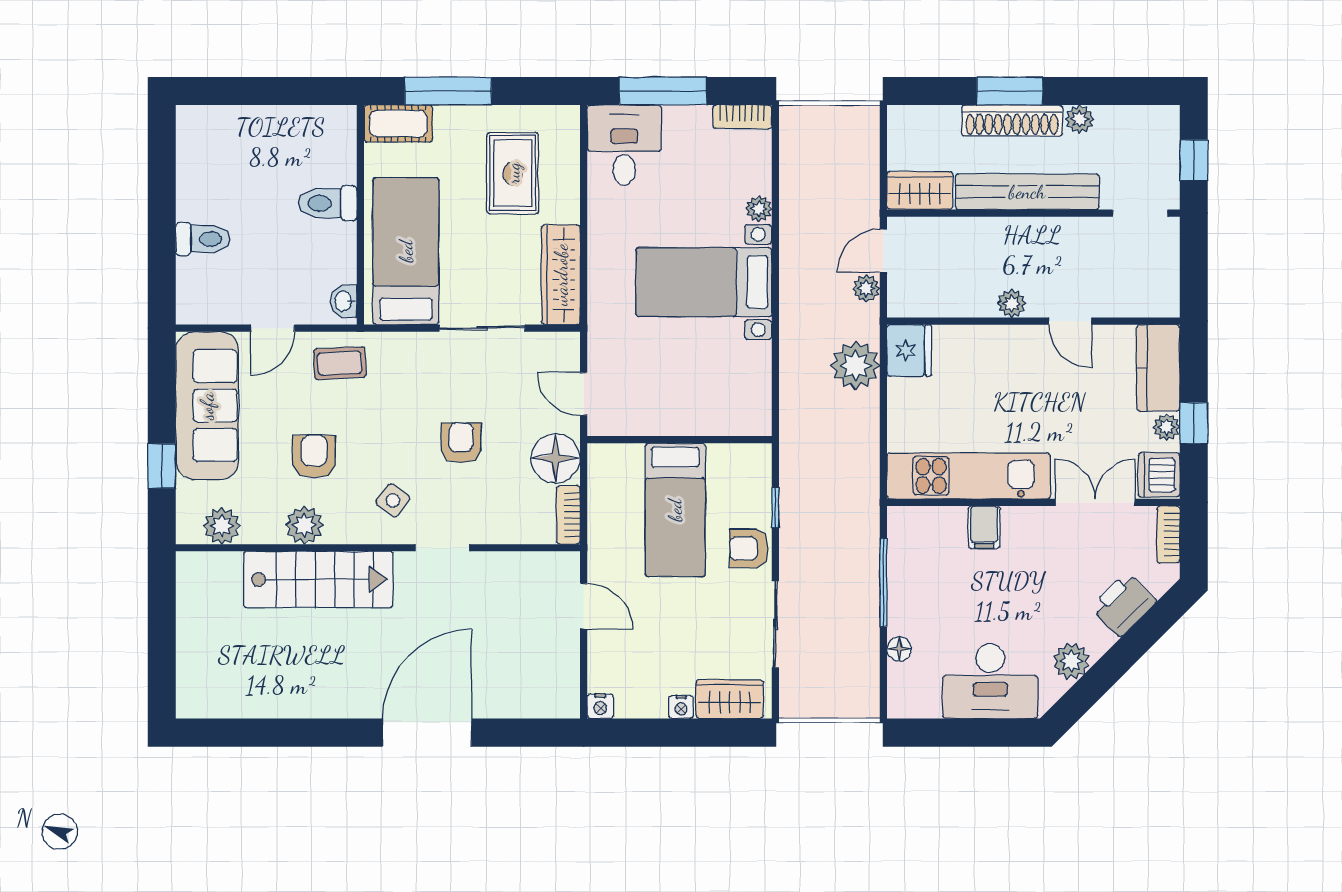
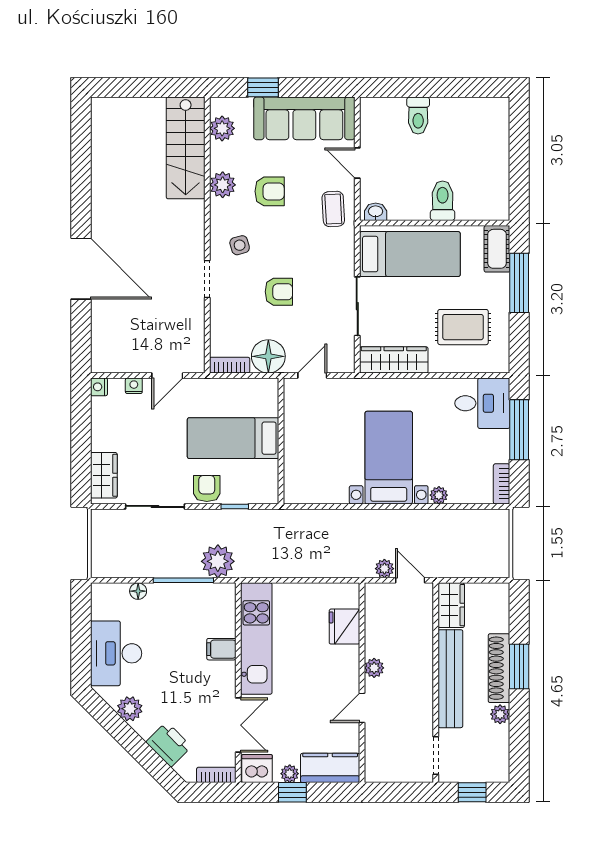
fridge: (909, 350) -> (344, 627), moved, turned 90
plant: (856, 365) -> (218, 561), moved
side table: (393, 500) -> (240, 245), turned 38
stairs: (318, 579) -> (186, 148), moved
nightstand: (681, 707) -> (134, 386), moved, turned 90

